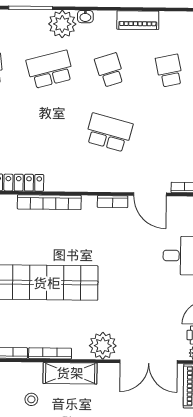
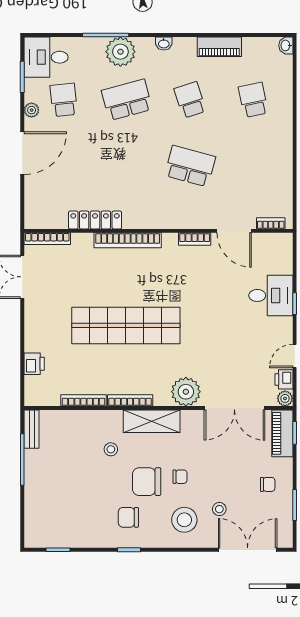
plant: (62, 24) -> (120, 52), moved

